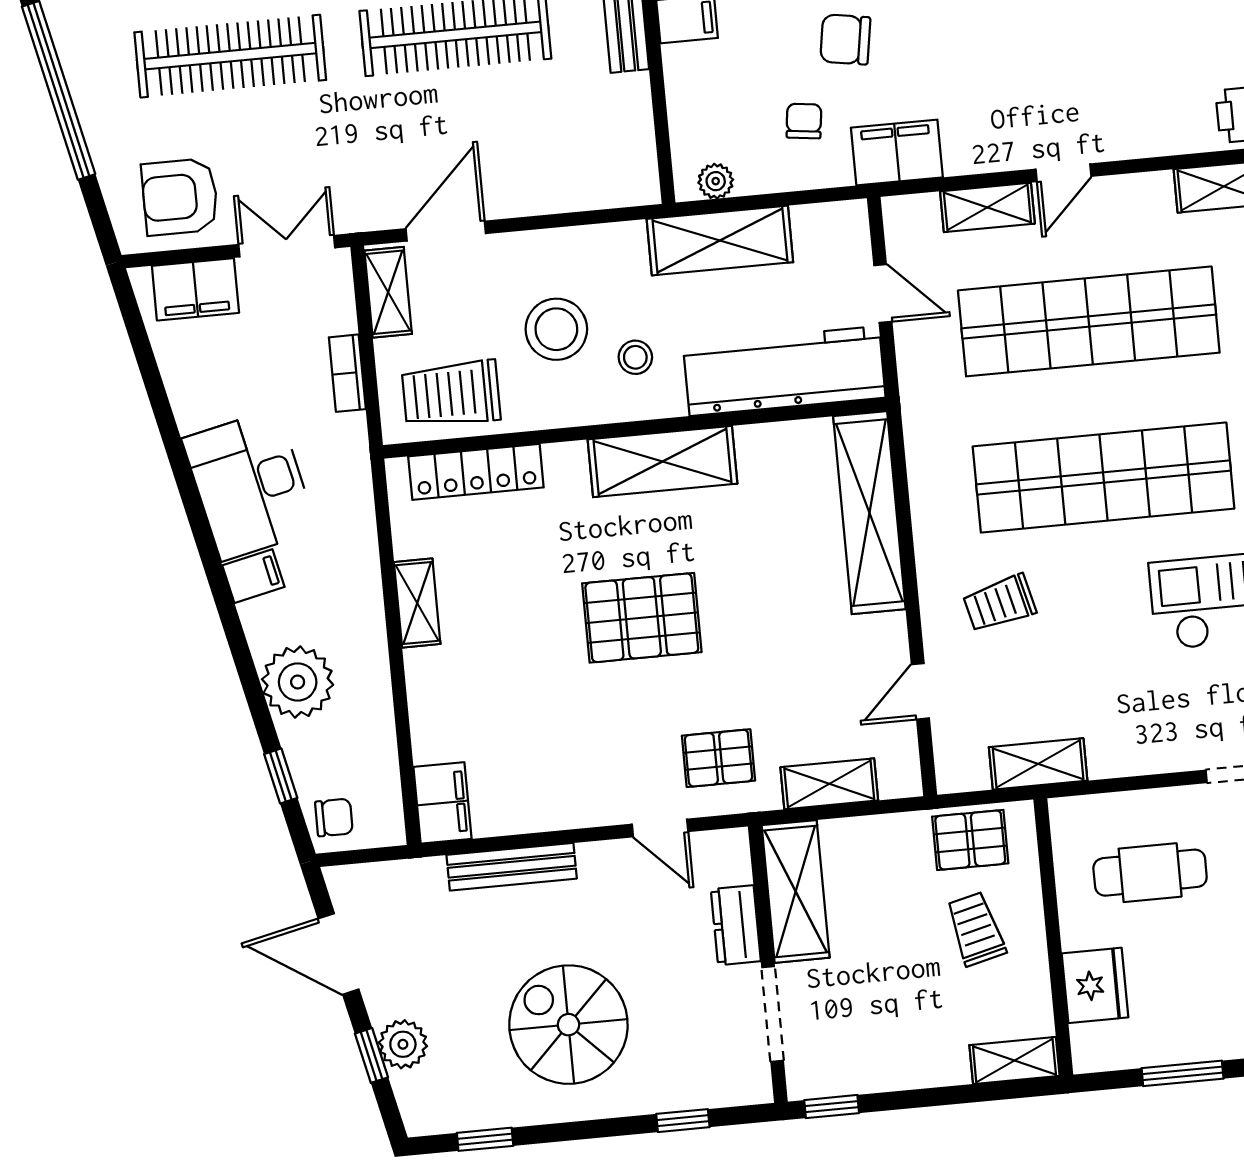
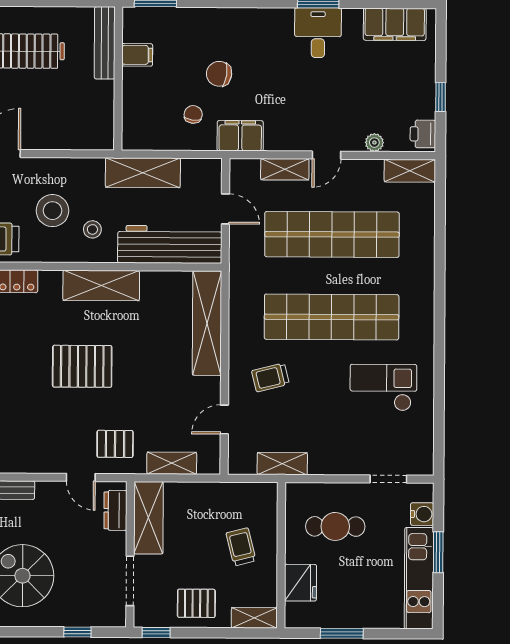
plant: (716, 181) -> (374, 143), moved
pallet: (970, 840) -> (196, 603), moved
dresser: (736, 925) -> (115, 510), moved

